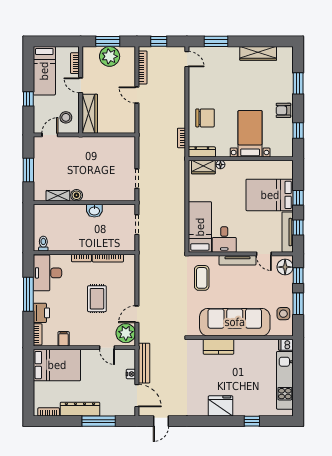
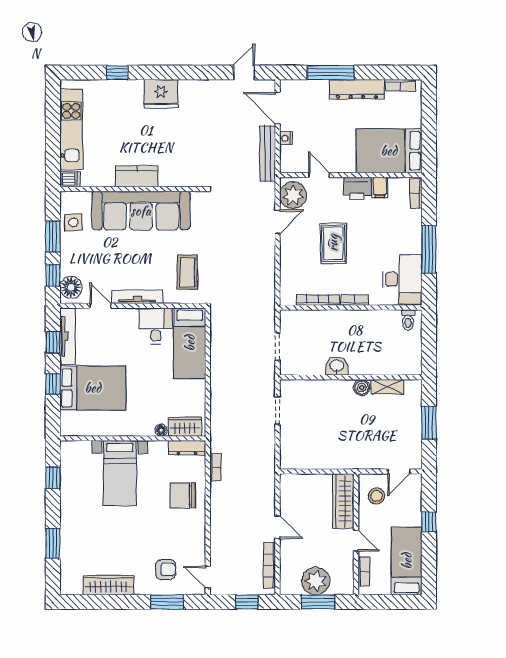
armchair: (283, 110) -> (166, 569), moved
printer: (41, 313) -> (357, 188), moved, turned -90
kitchen counter: (218, 347) -> (137, 176), moved

